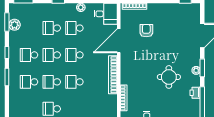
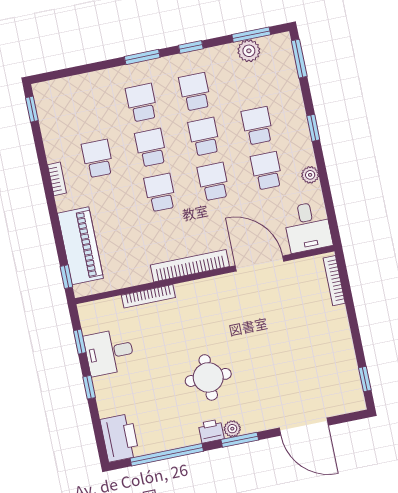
armchair: (146, 31) -> (291, 314), removed
printer: (195, 93) -> (211, 431), moved

